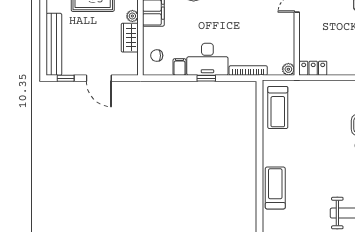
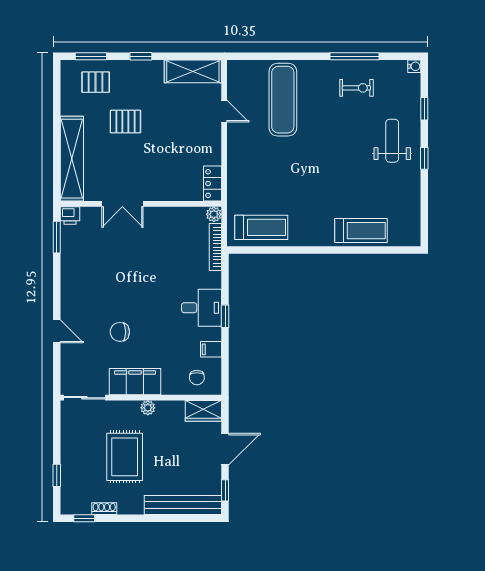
wardrobe: (130, 38) -> (203, 411), moved
desk: (207, 59) -> (202, 308), width x0.73
bookcase: (248, 71) -> (215, 247), moved
treadmill: (275, 188) -> (361, 231), turned 180

